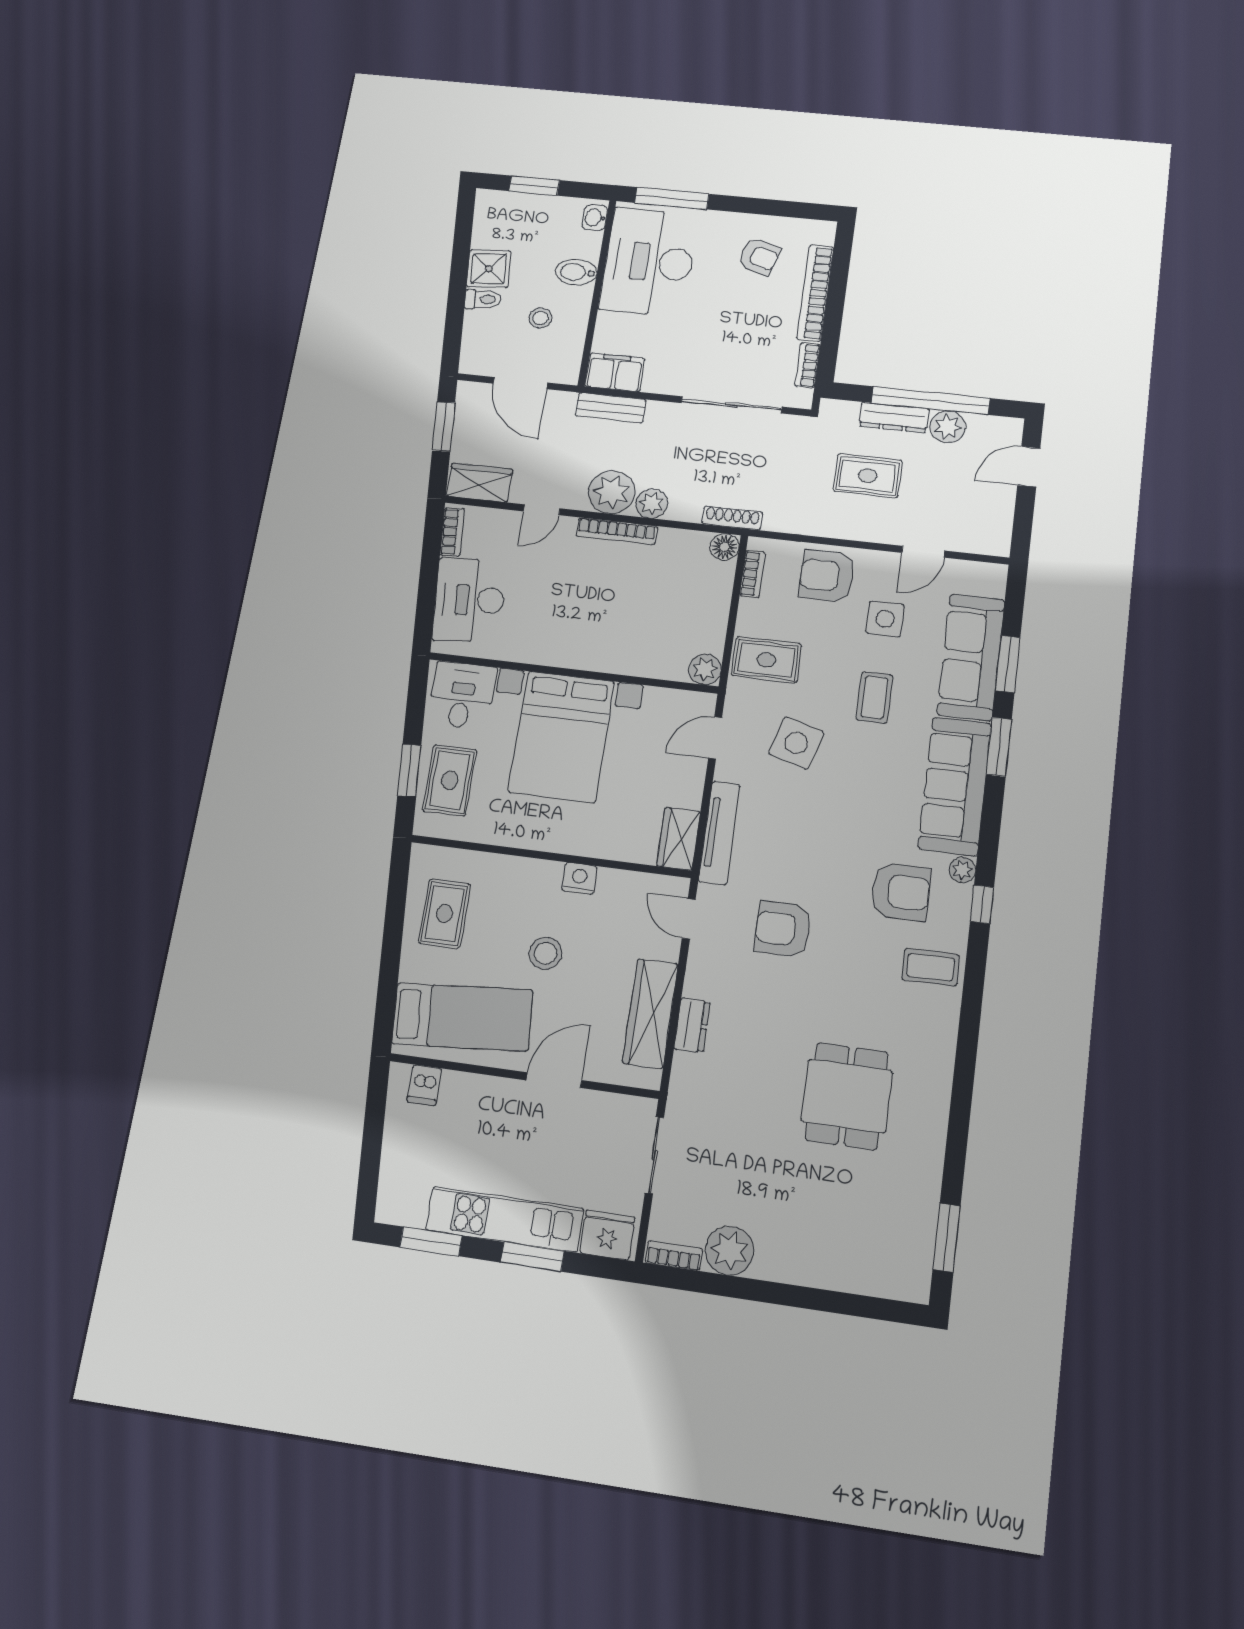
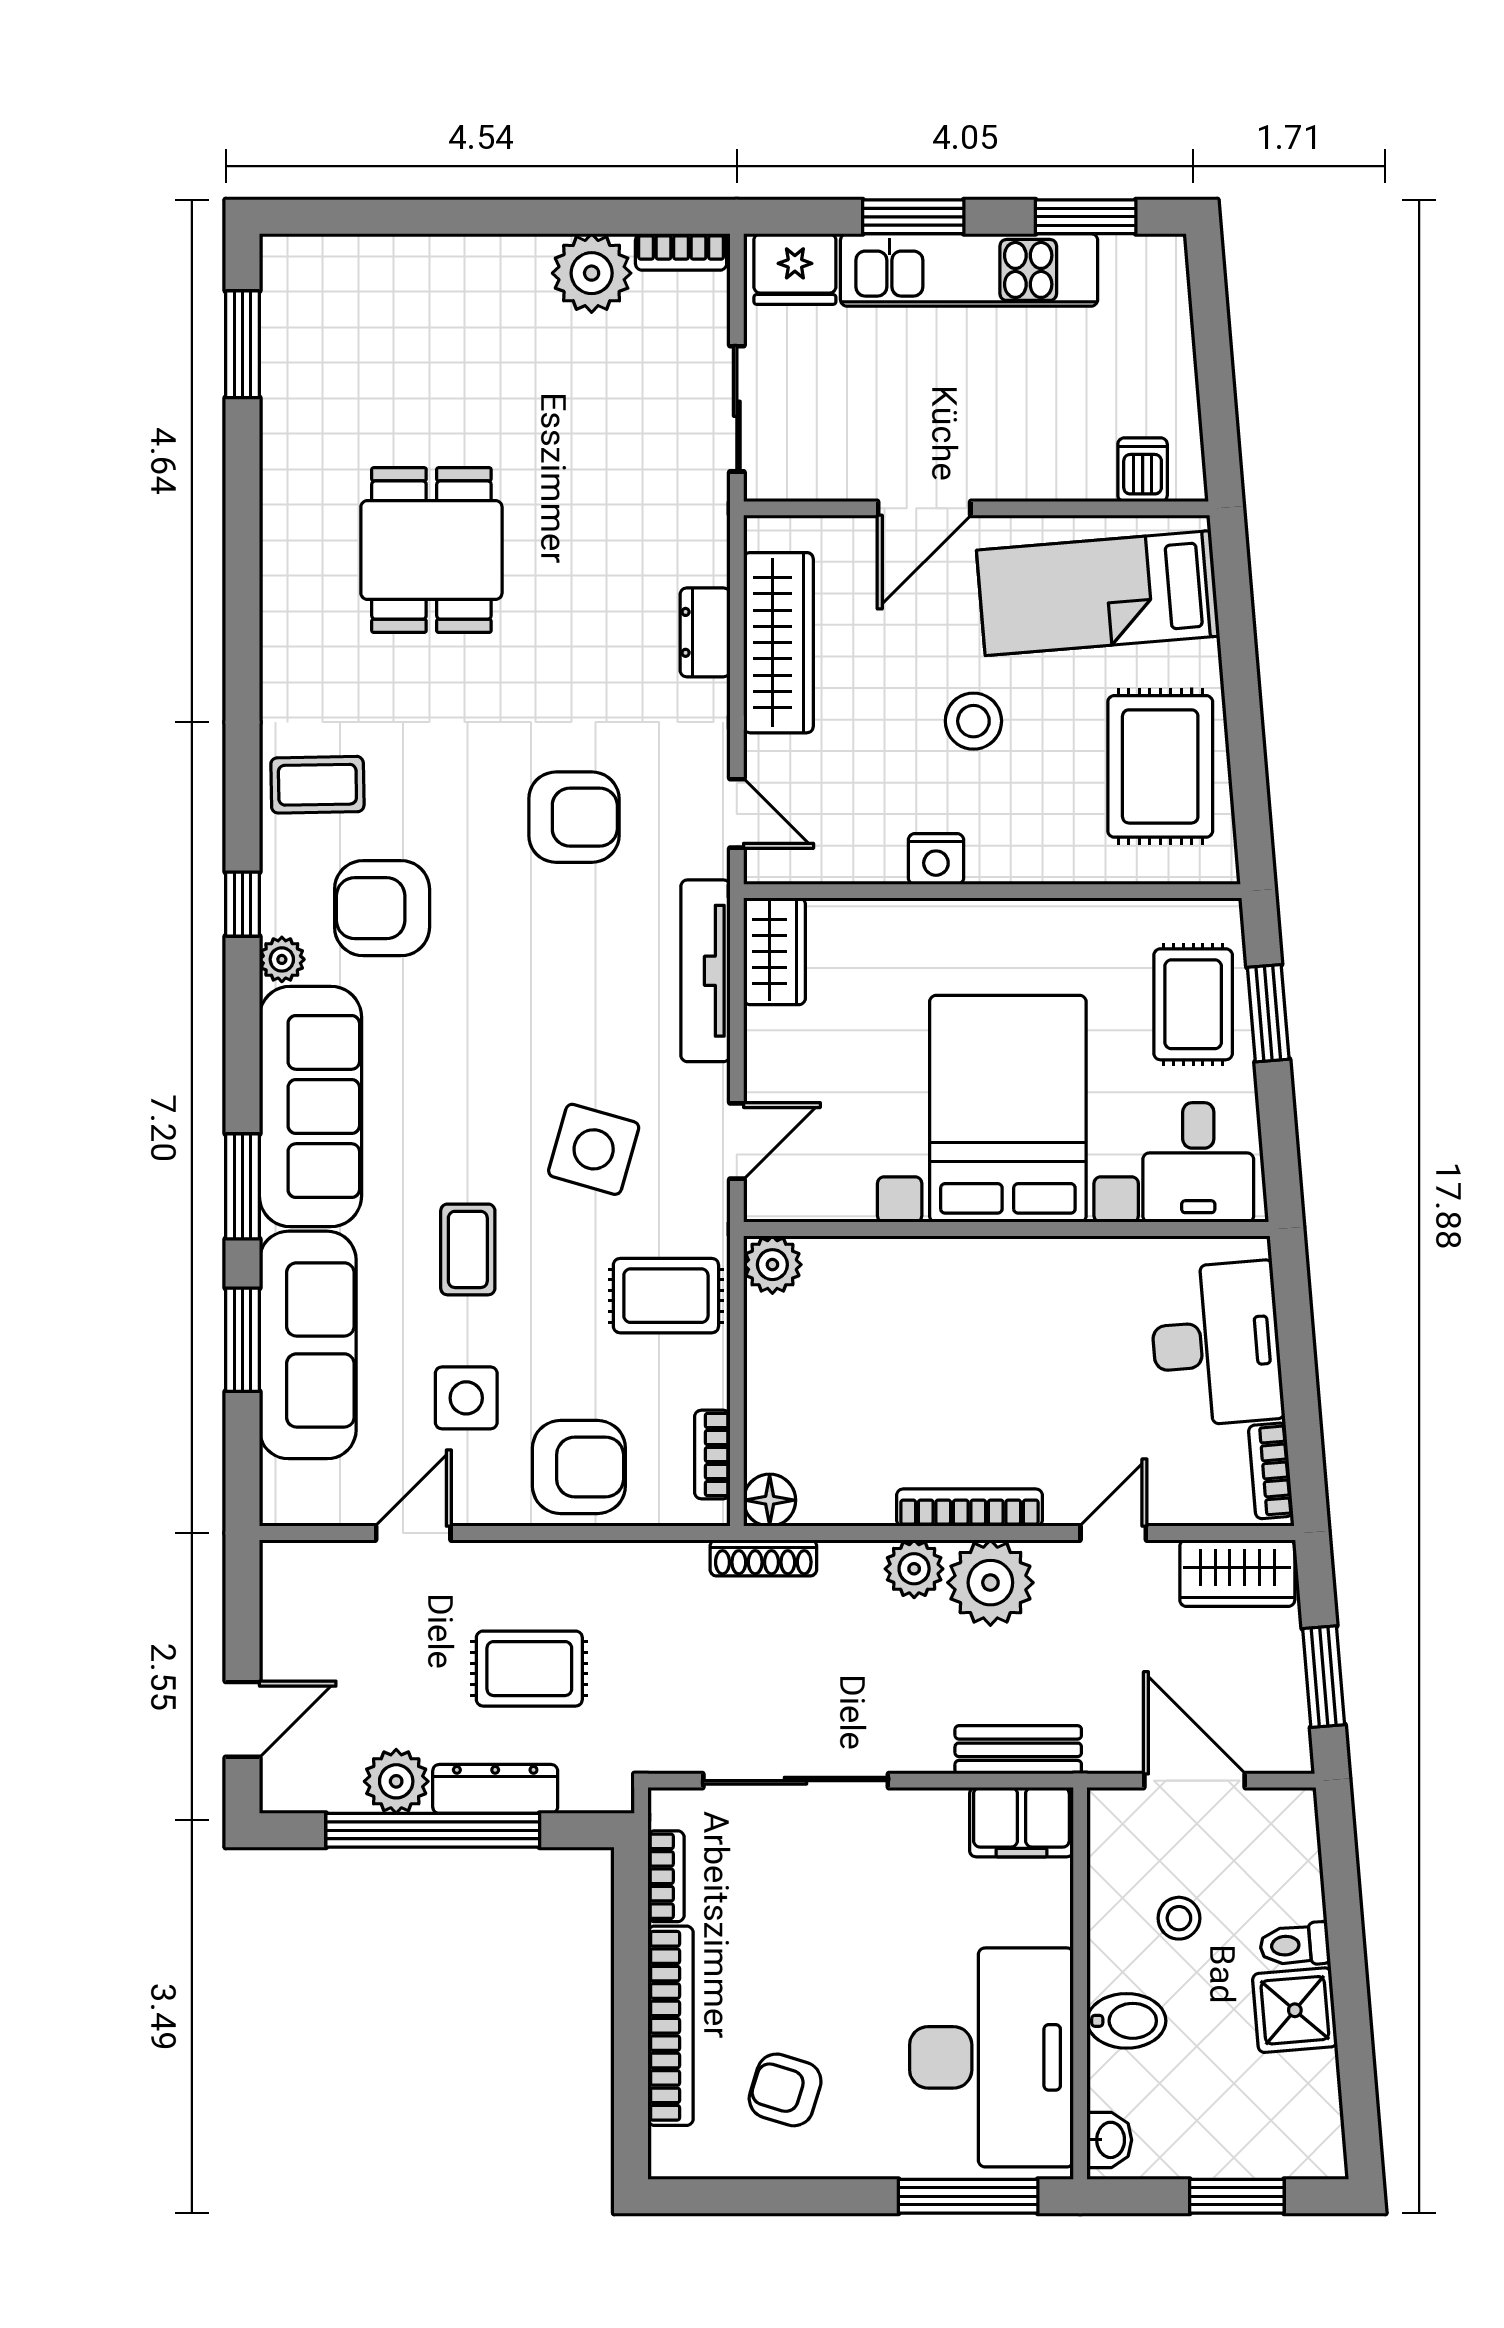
rug: (444, 914) -> (1160, 766), width x1.36, depth x1.43

